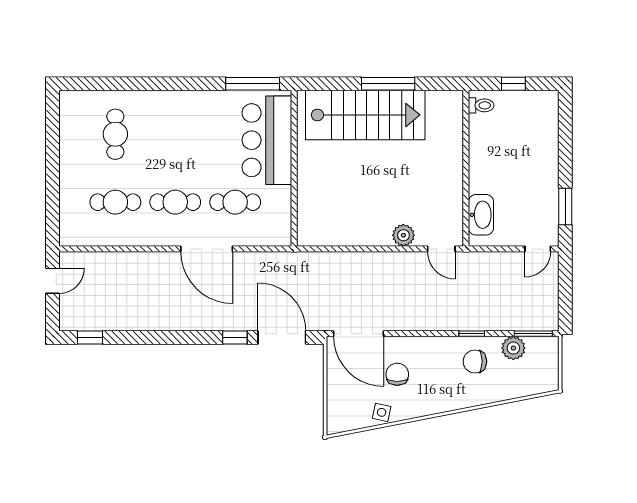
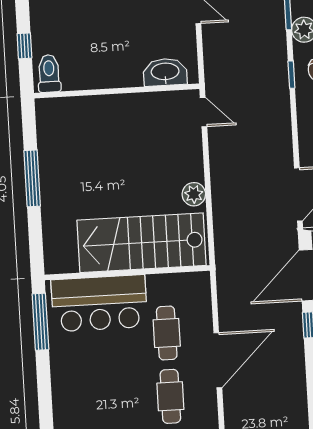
toilet: (481, 105) -> (49, 73), width x1.37, depth x1.39
stairs: (365, 115) -> (142, 243), moved, turned -90
plant: (403, 235) -> (194, 194), moved
door: (441, 249) -> (204, 112), hinge flipped

